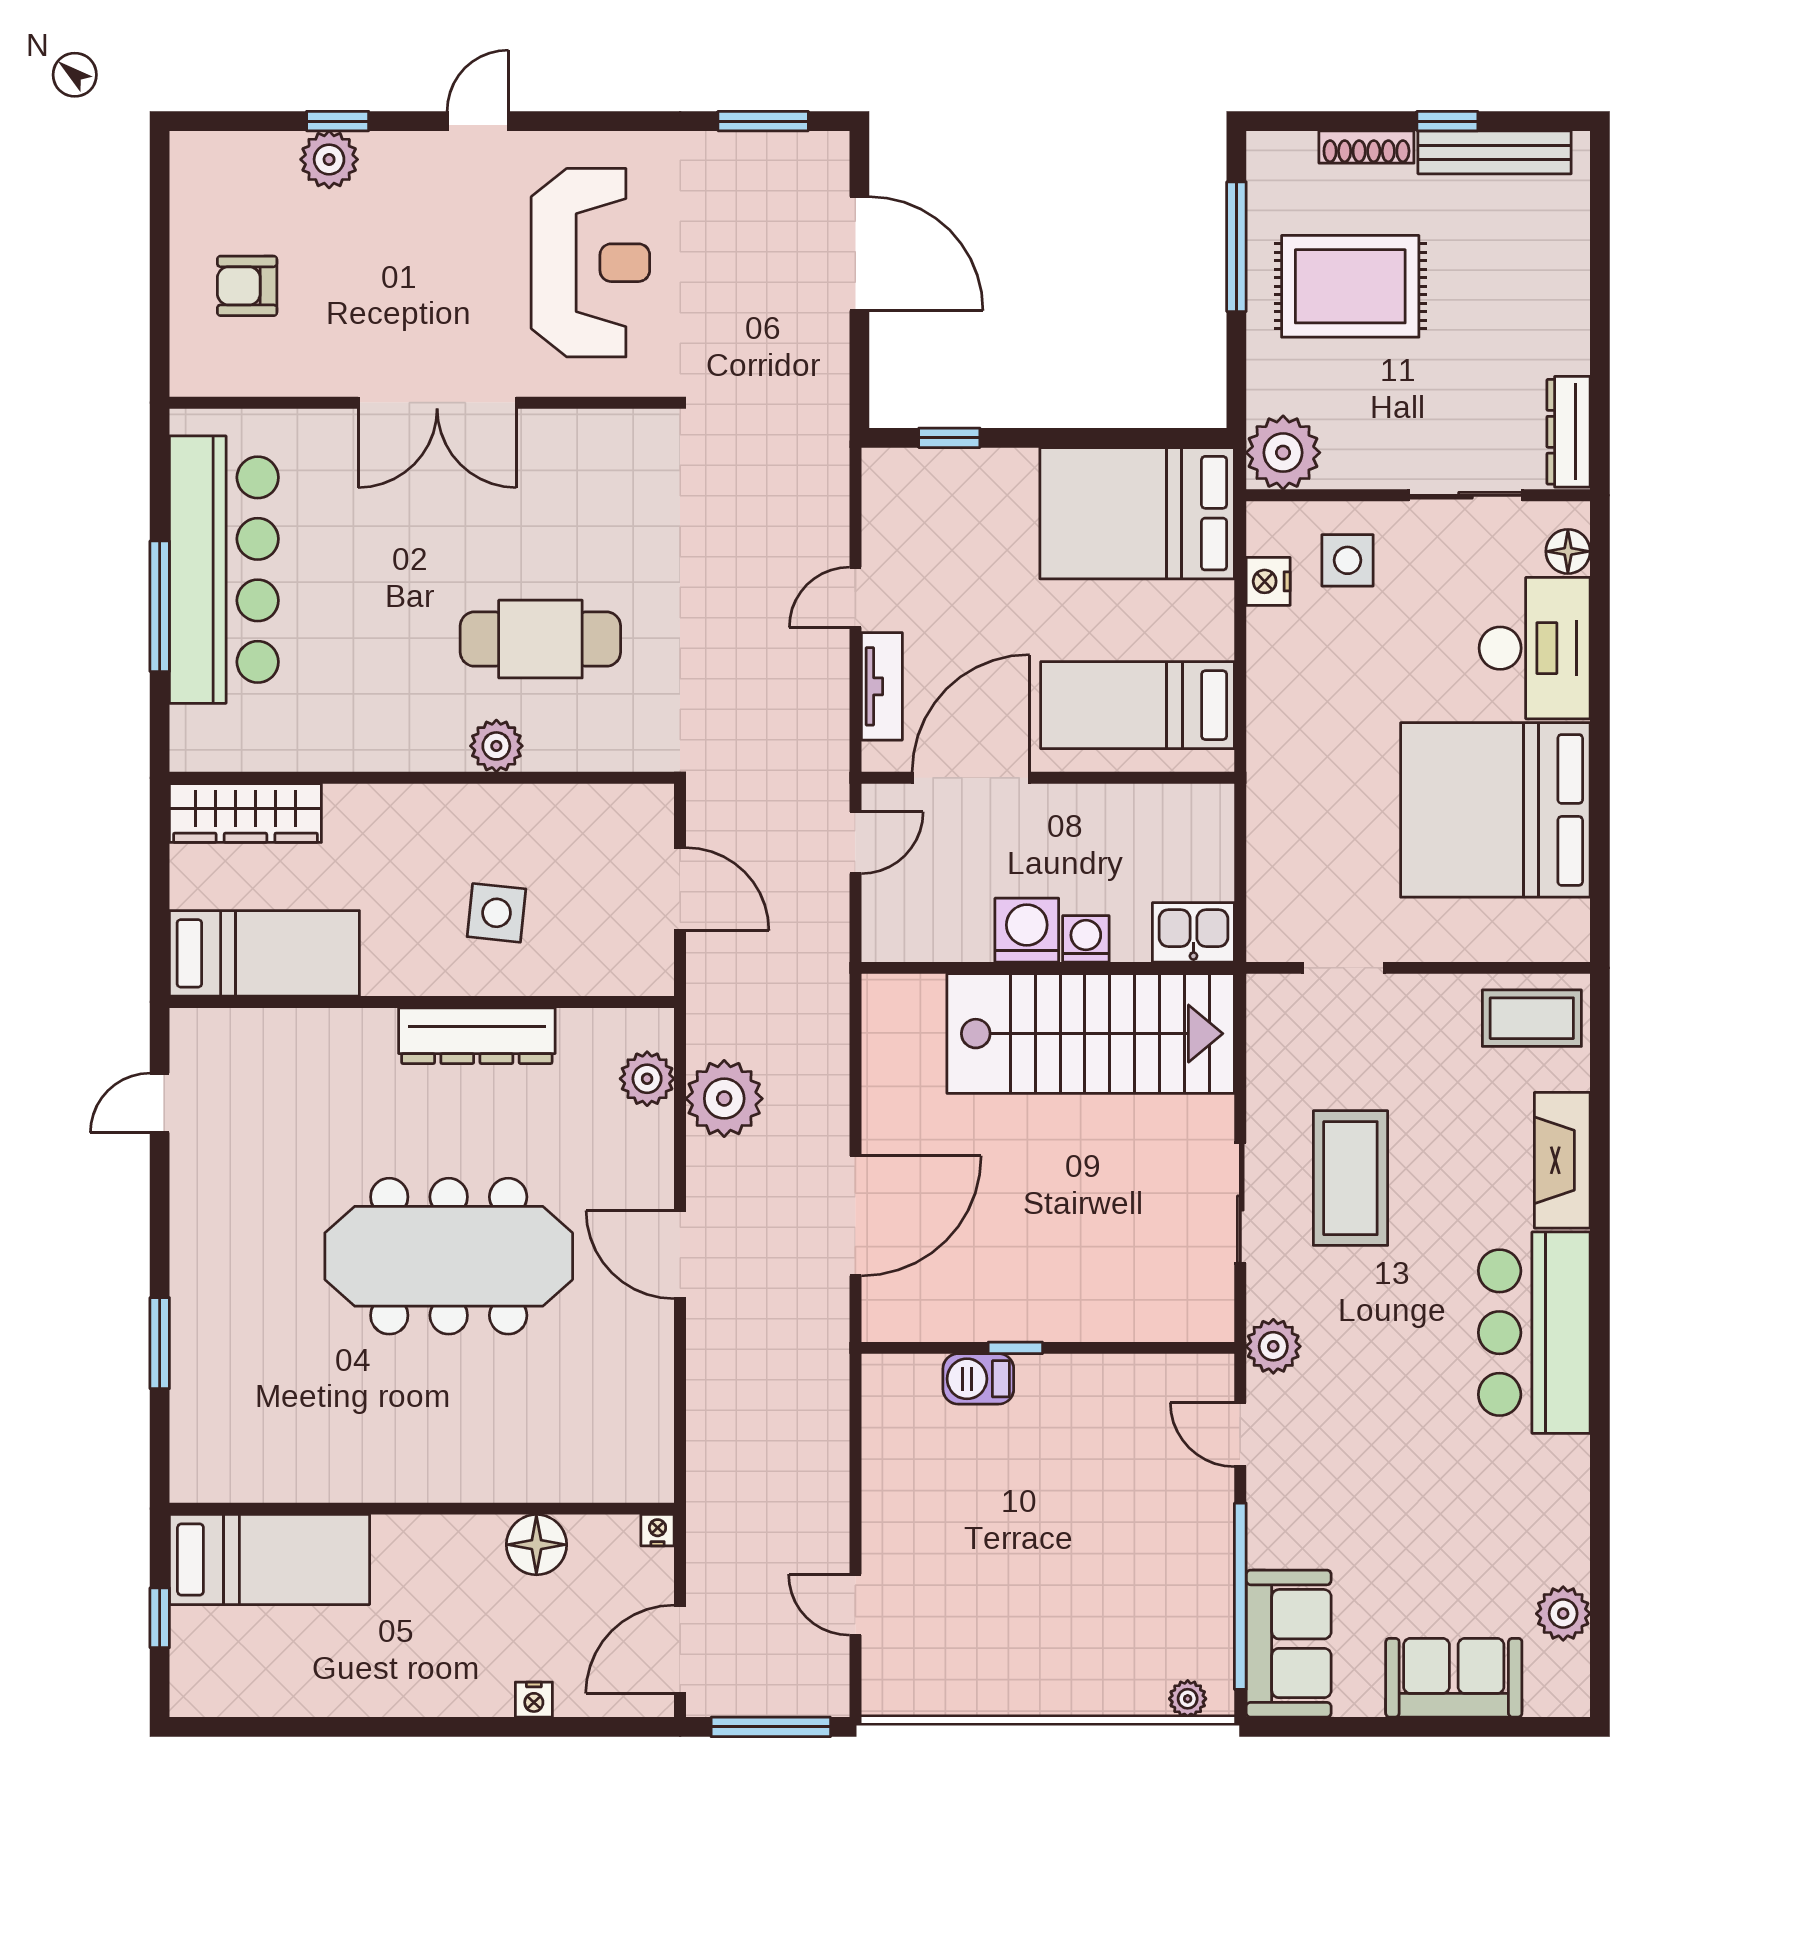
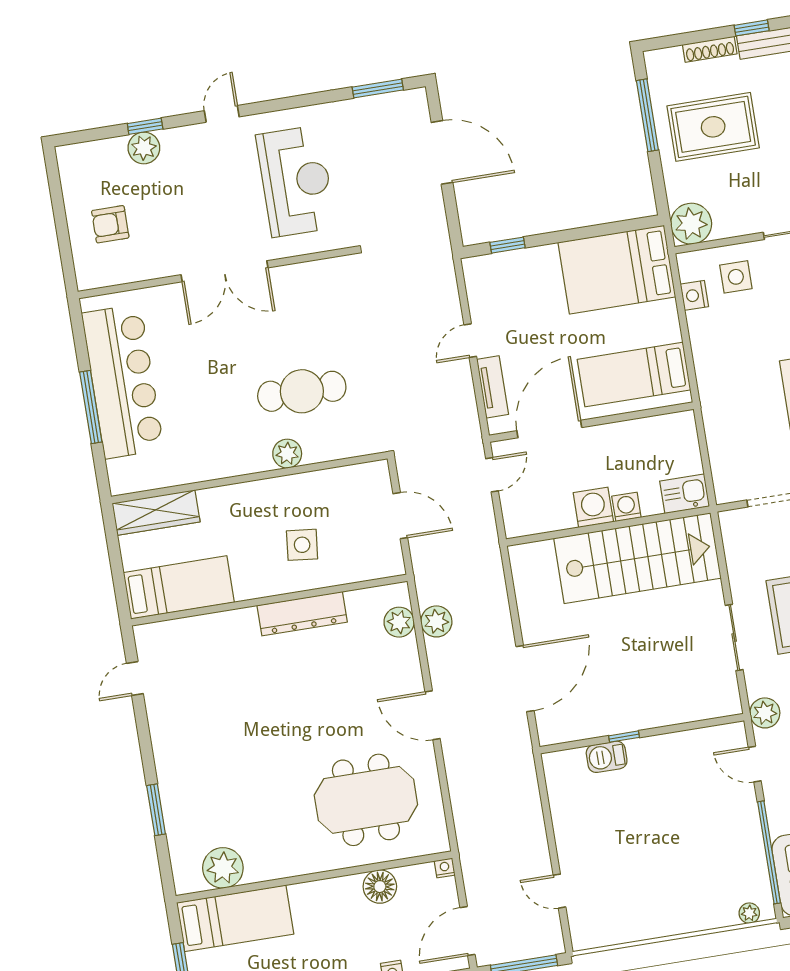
plant: (724, 1099) -> (436, 621), width x0.73, depth x0.73
meeting table: (449, 1256) -> (366, 800), moved, width x0.73
plant: (262, 1466) -> (223, 868), added

